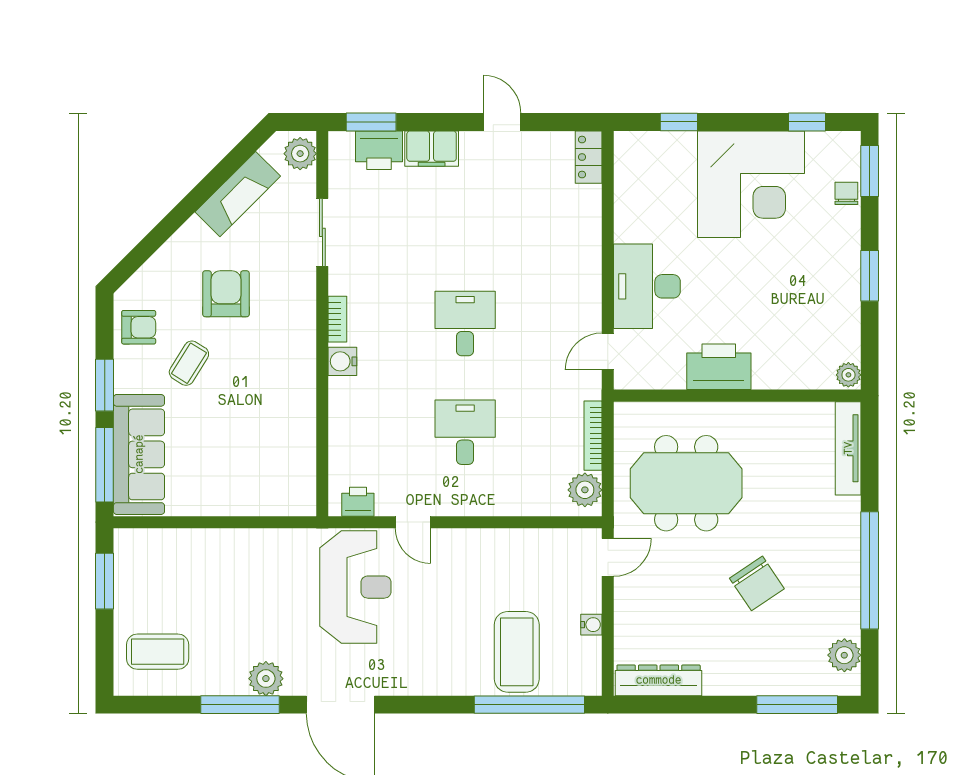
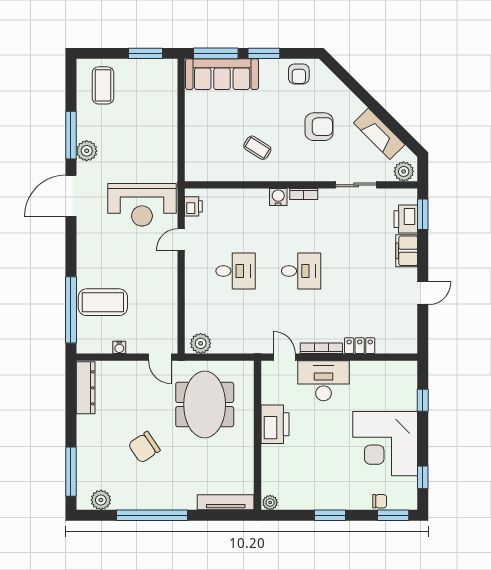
locker: (589, 157) -> (360, 346), moved
coffee table: (189, 363) -> (257, 148), moved
bookcase: (593, 436) -> (321, 348), moved

